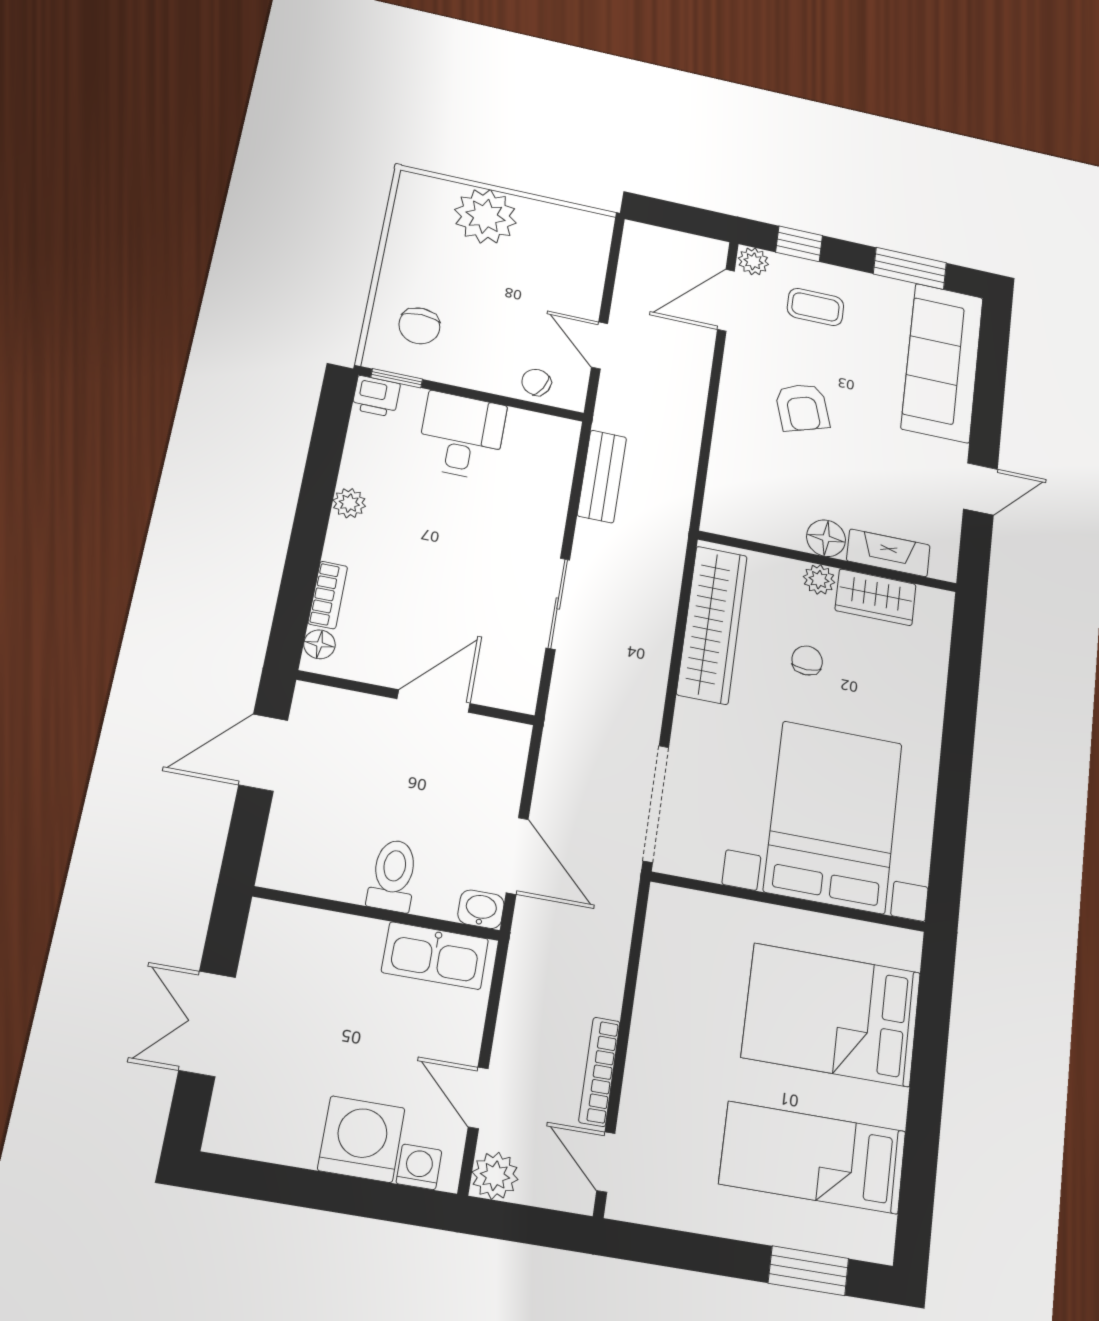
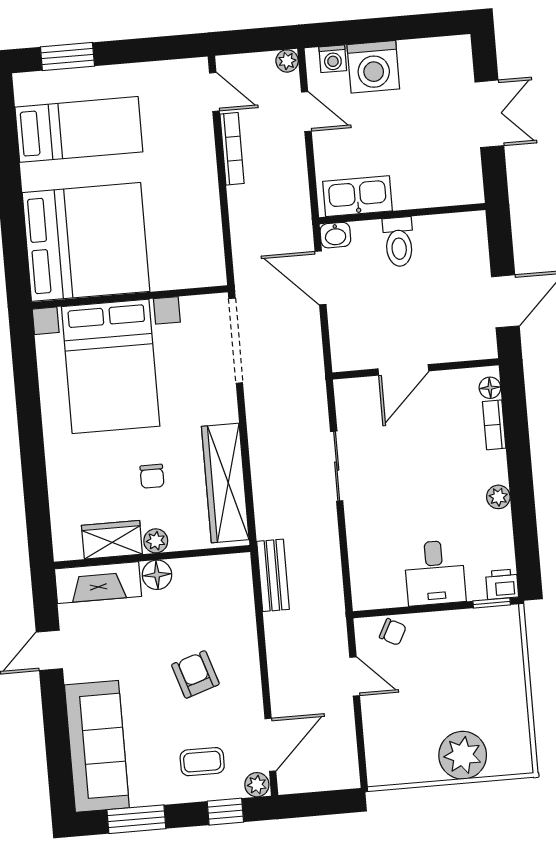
chair: (419, 326) -> (487, 650), removed
bench: (602, 476) -> (273, 575), moved
fireplace: (888, 553) -> (98, 583), width x1.37, depth x1.32
bed: (832, 1015) -> (86, 242), width x1.36
plant: (495, 1176) -> (287, 61), width x0.73, depth x0.73

